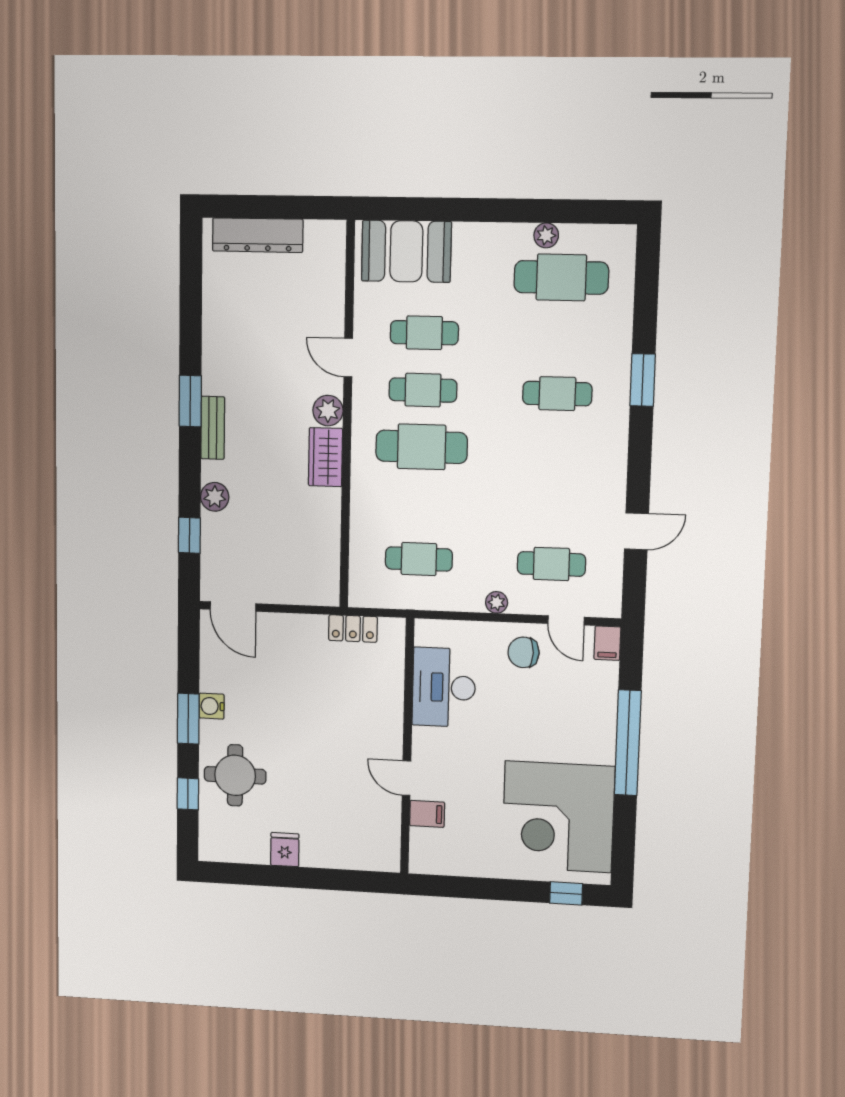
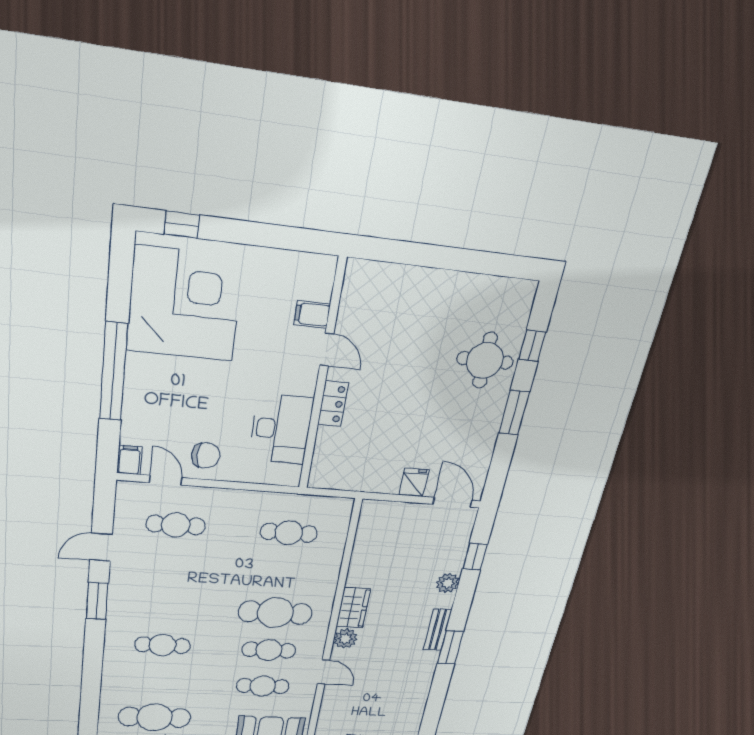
window: (643, 380) -> (97, 601), moved
plant: (497, 602) -> (226, 497), removed
locker: (353, 628) -> (333, 404), moved, turned 90
water cooler: (212, 706) -> (491, 422), removed
fridge: (285, 850) -> (414, 482), moved, turned 180

